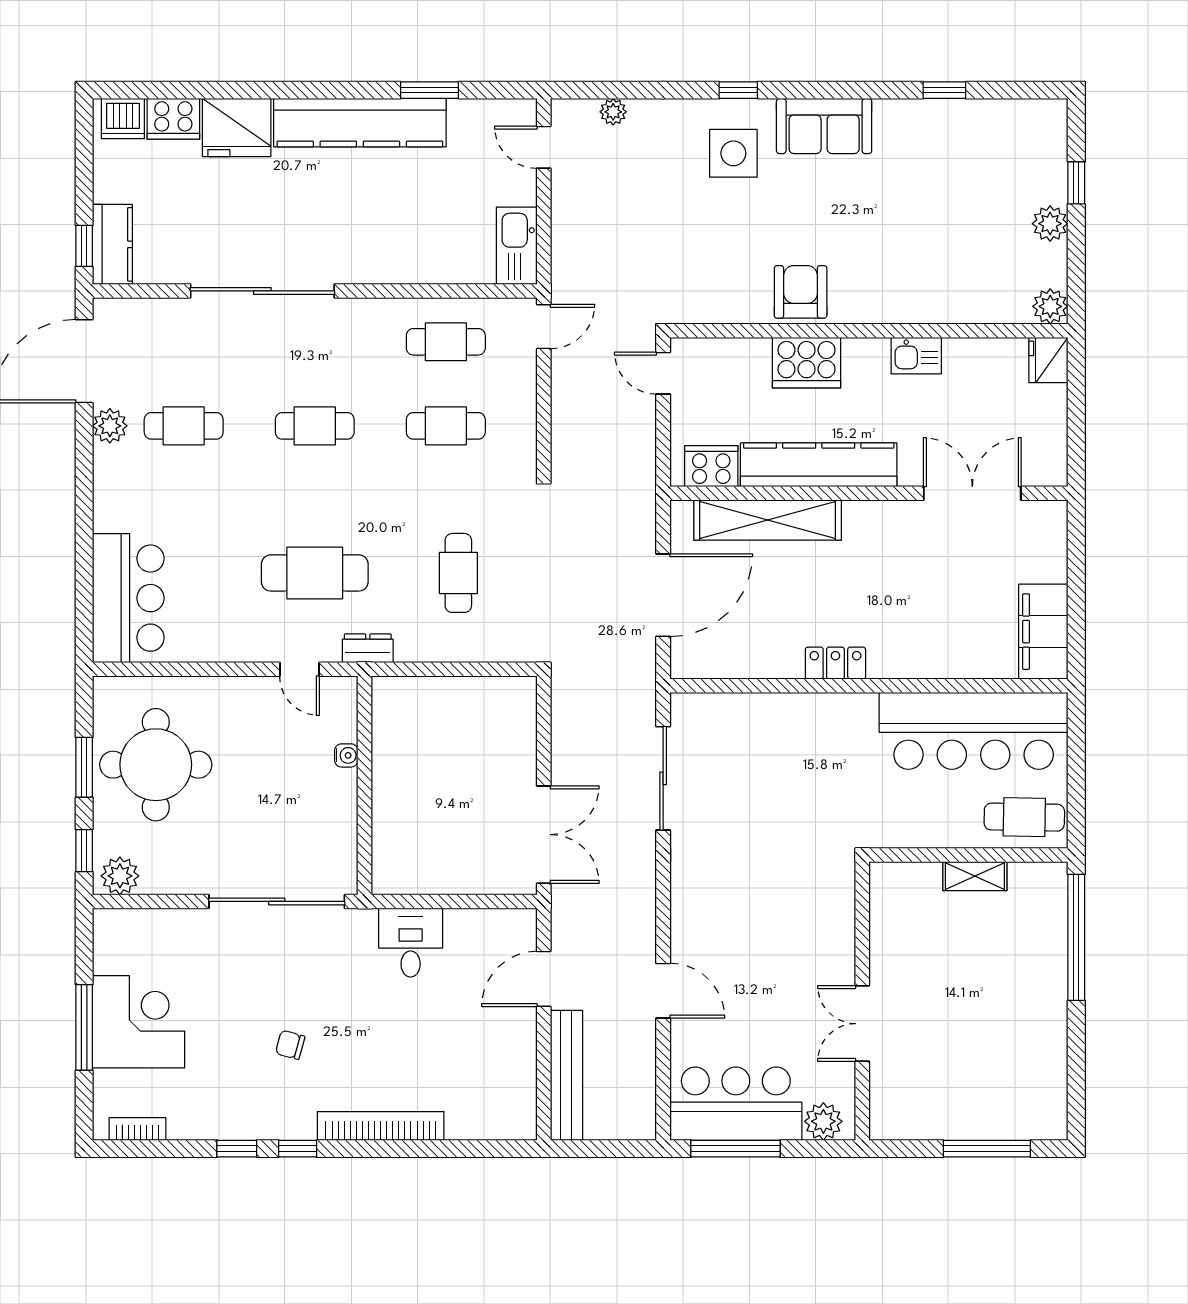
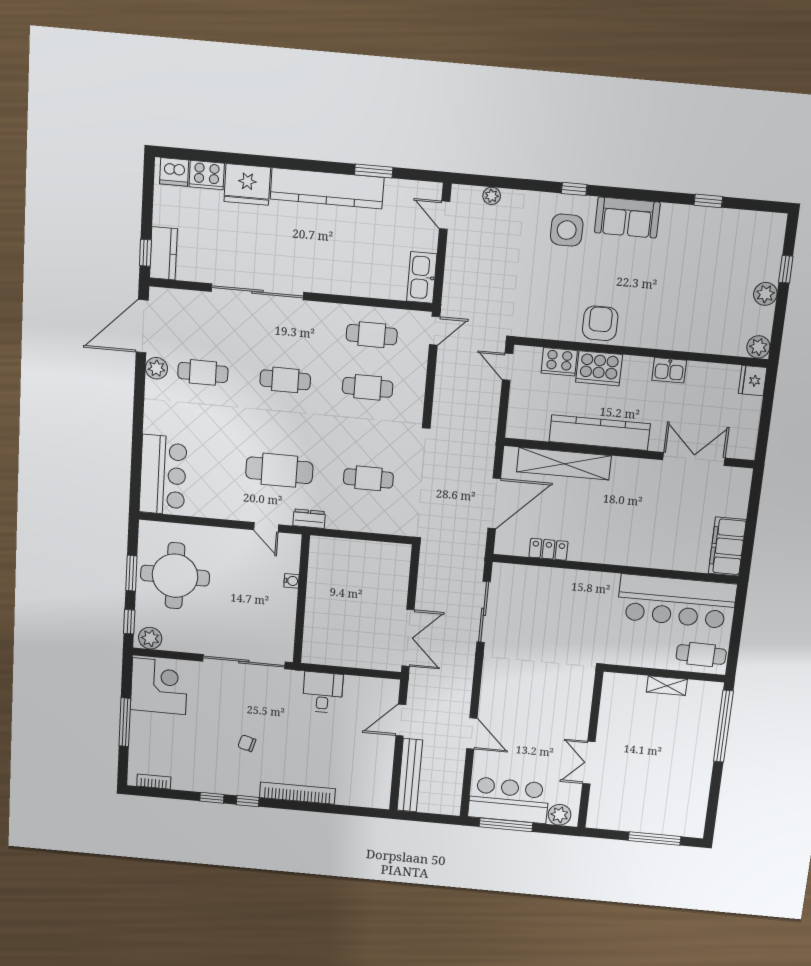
cooker: (711, 466) -> (559, 362), moved, turned 180
cafe table: (458, 573) -> (368, 478), turned 90
locker: (835, 663) -> (548, 549), moved
corner desk: (139, 1022) -> (159, 686), moved

